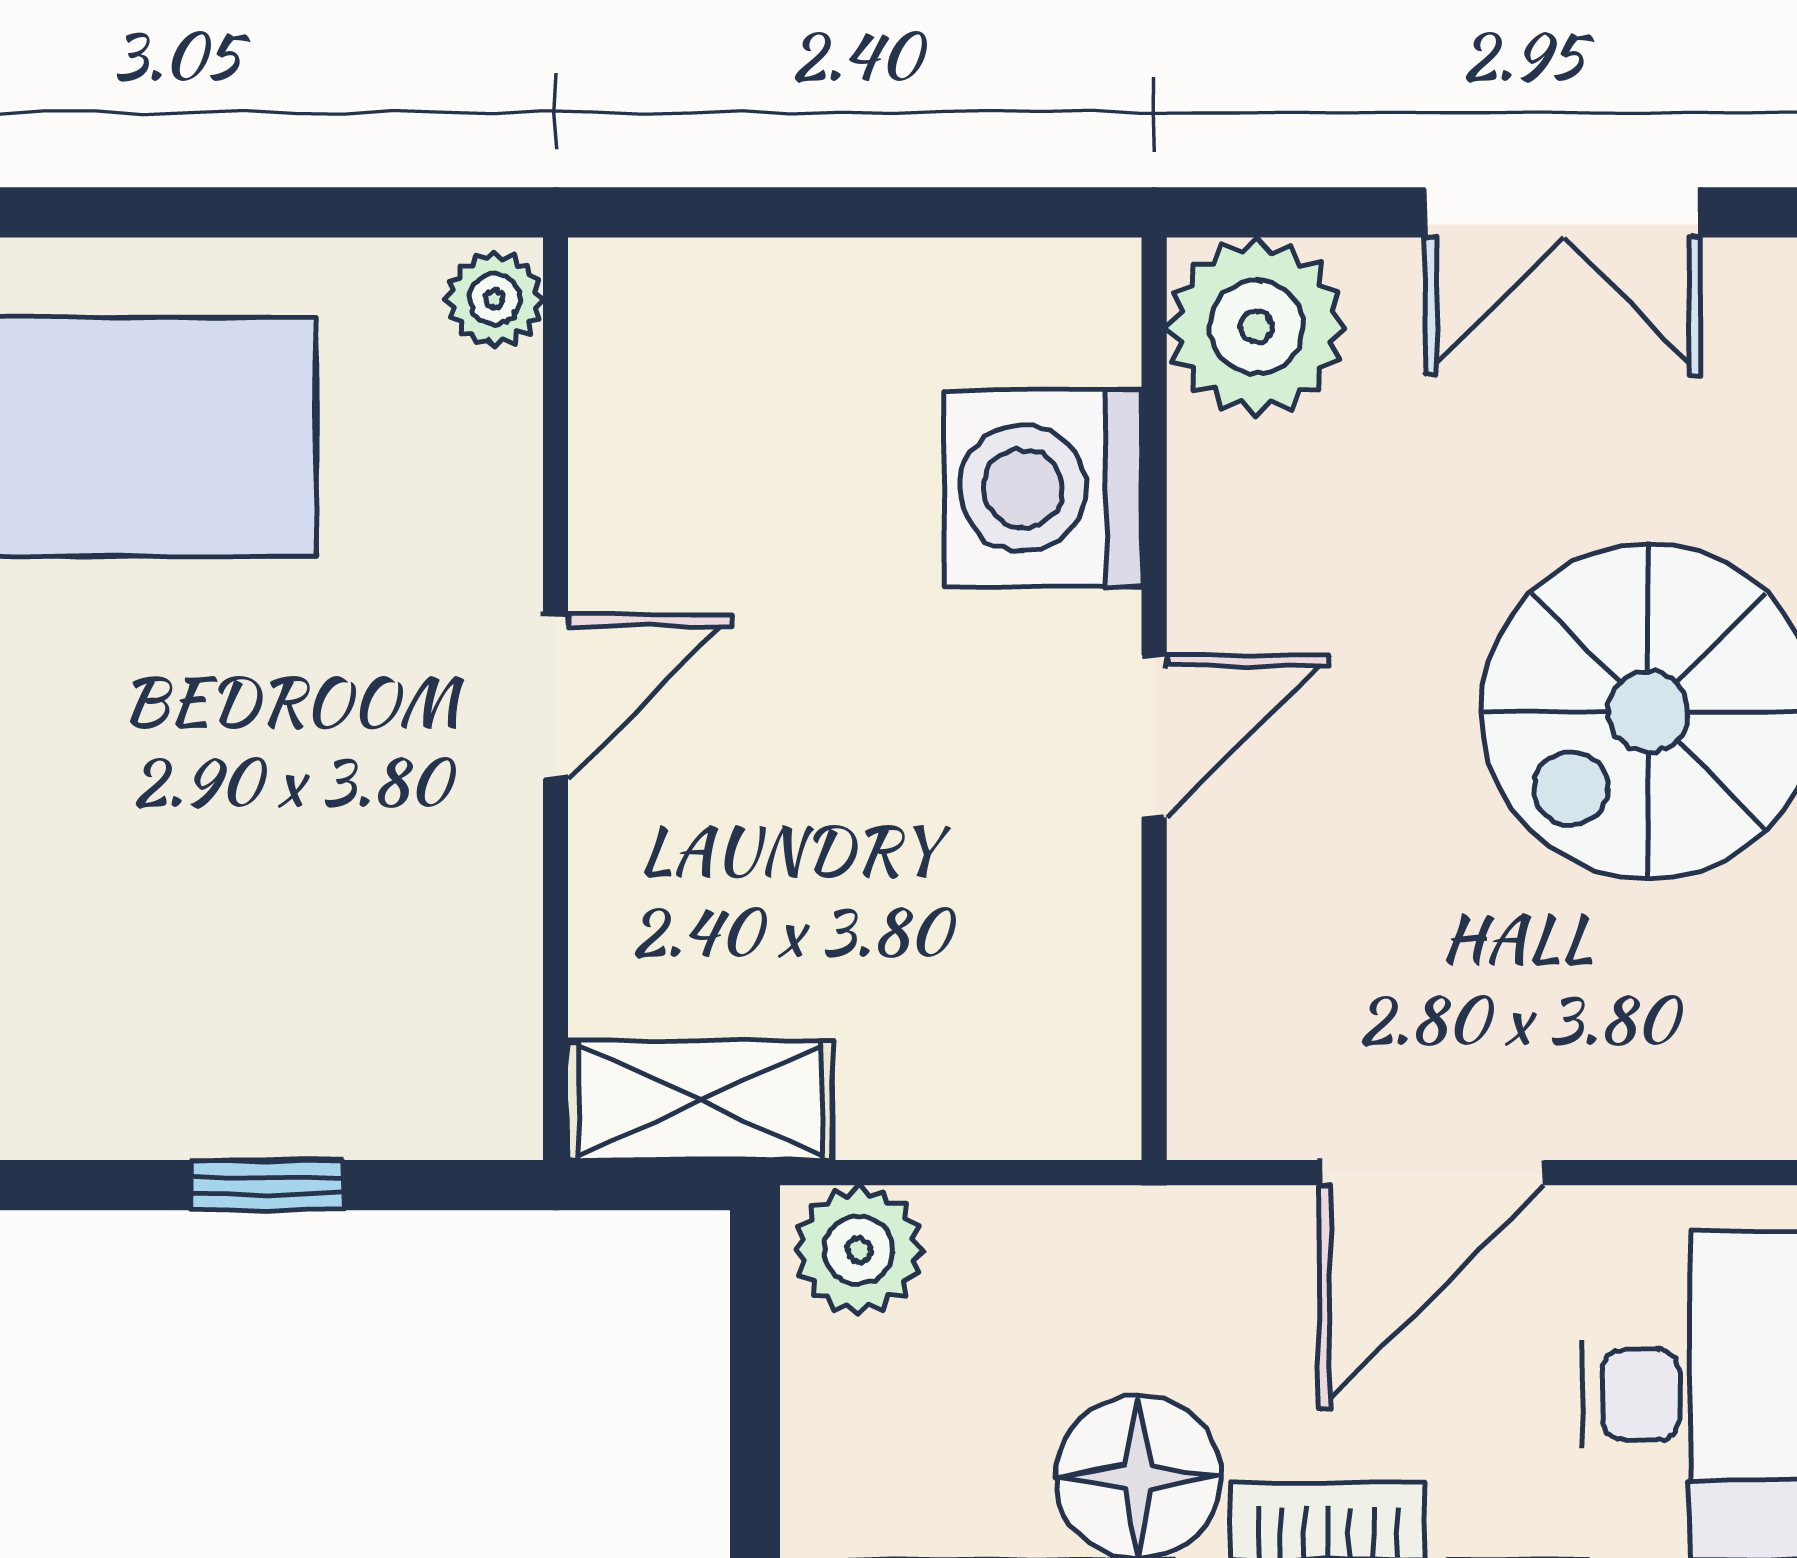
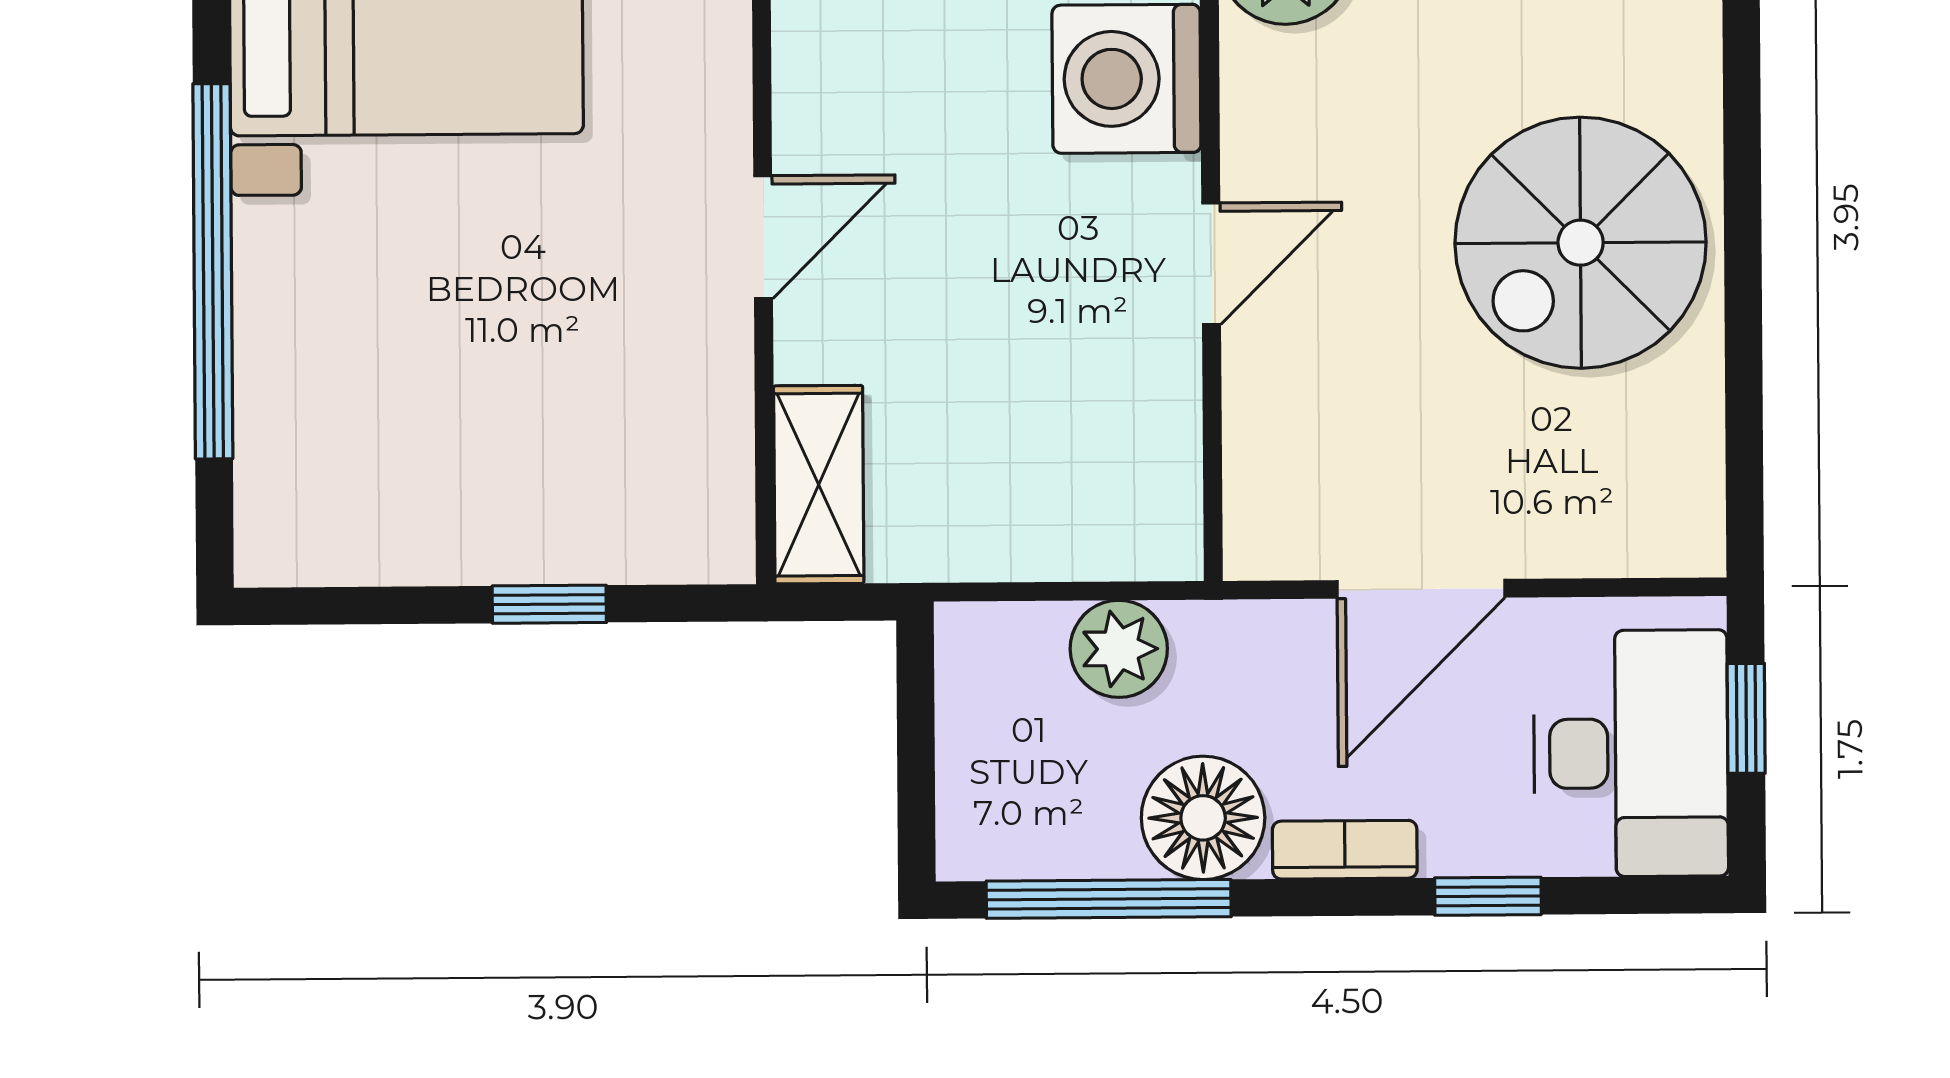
shelving: (700, 1101) -> (819, 485), moved, turned 90
plant: (859, 1250) -> (1119, 649), moved

